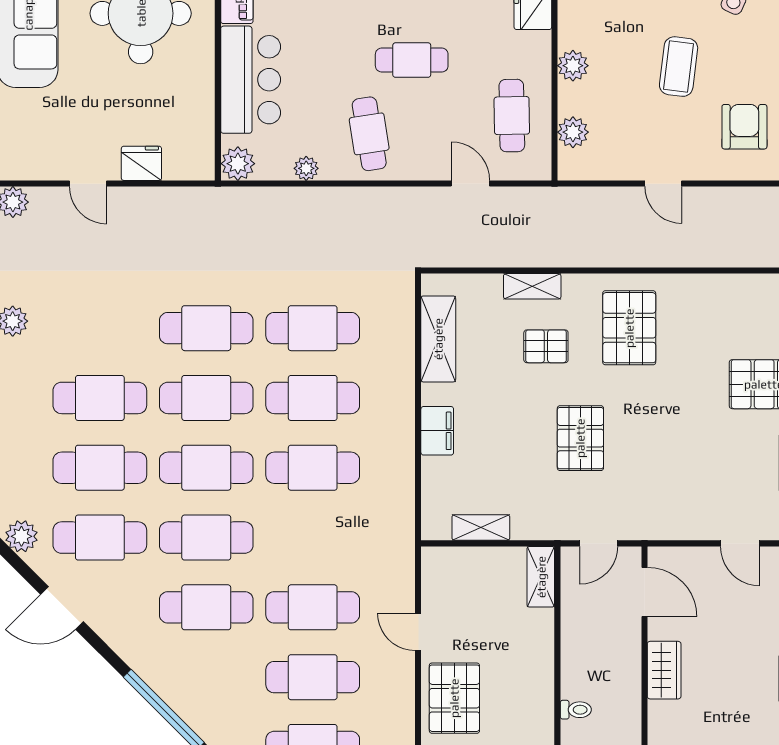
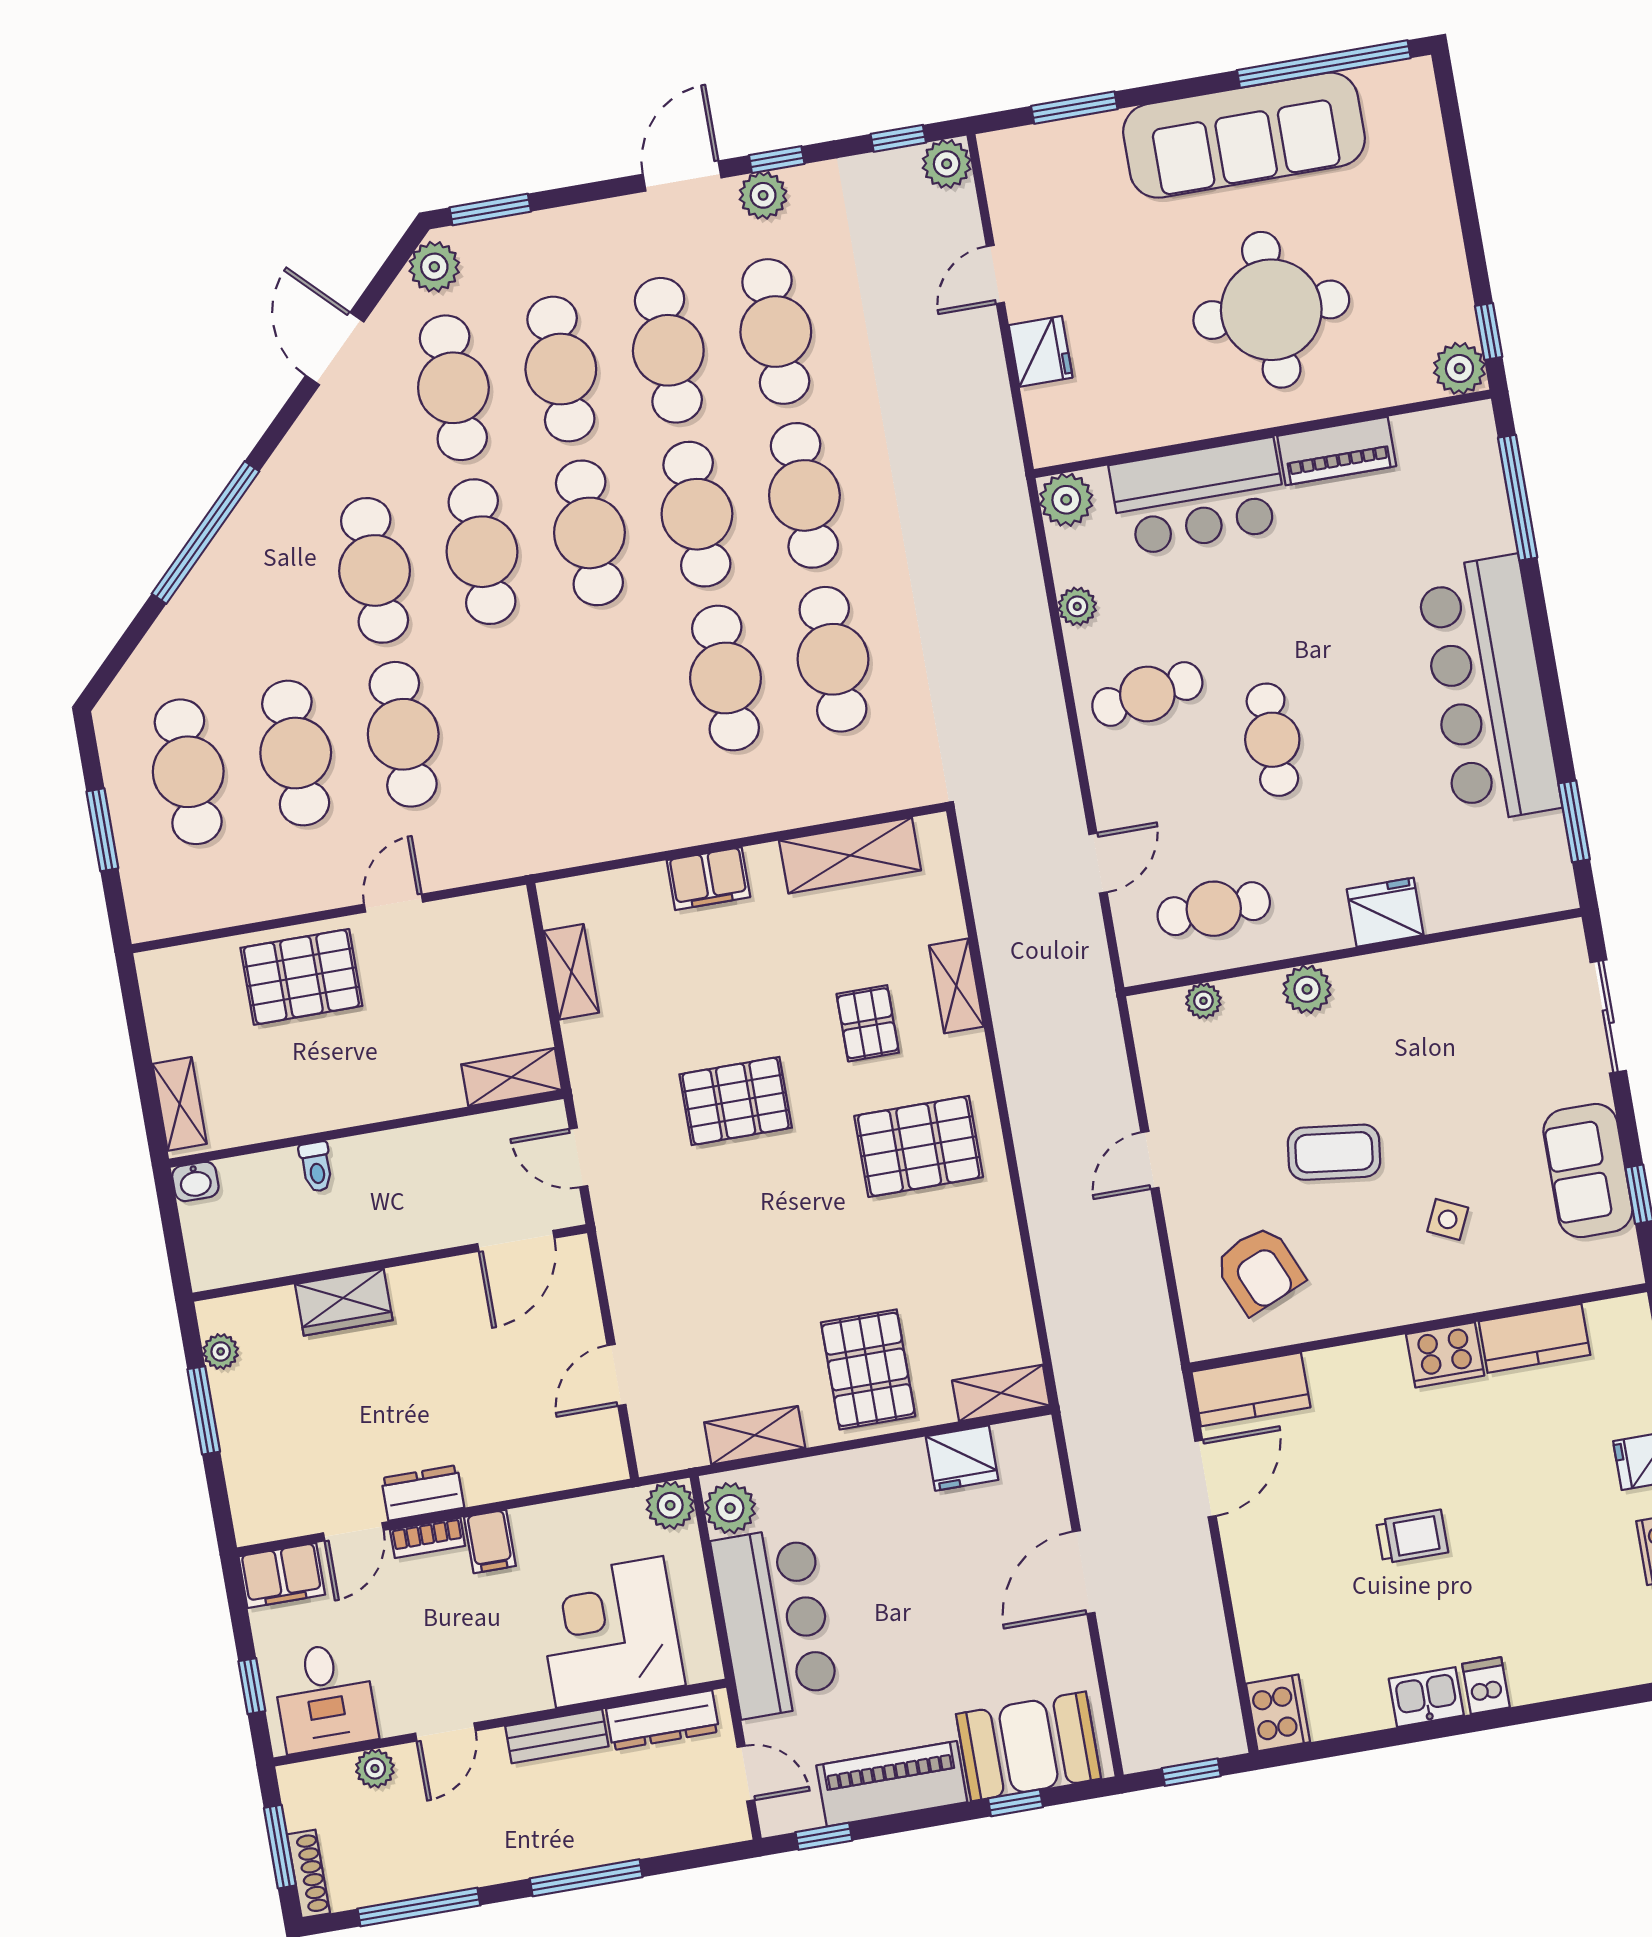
armchair: (744, 127) -> (1259, 1270), turned 67
plant: (573, 132) -> (1203, 1001), width x0.73, depth x0.73
cafe table: (313, 468) -> (776, 332), moved
wardrobe: (664, 670) -> (344, 1302), moved

